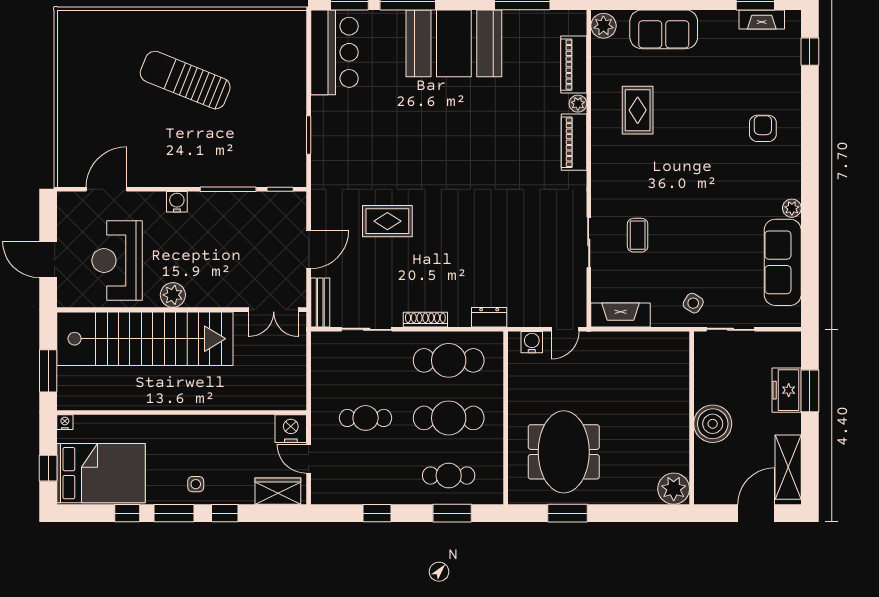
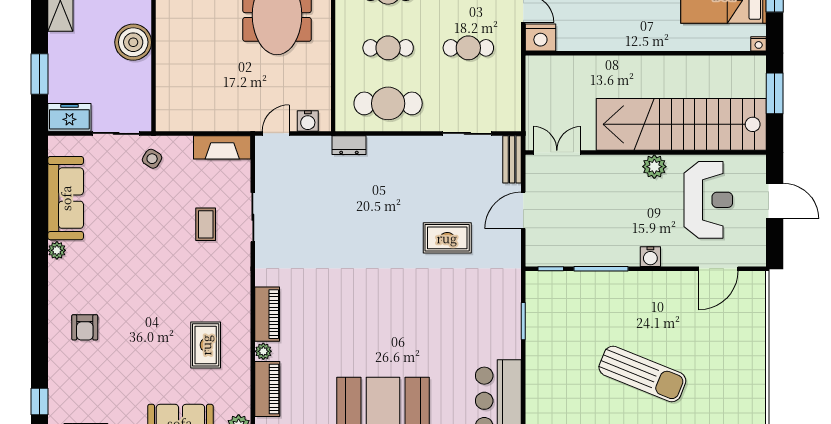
shoe rack: (425, 320) -> (411, 143), removed
freezer: (787, 390) -> (69, 117), moved, turned -90
cafe table: (449, 418) -> (388, 48), width x0.73, depth x0.74

